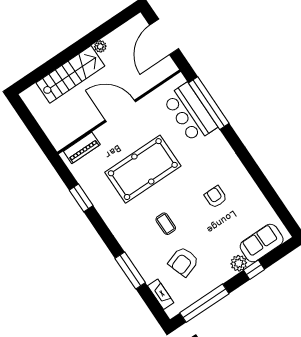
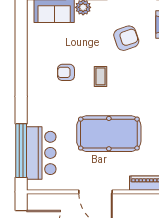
armchair: (216, 197) -> (66, 72), turned 90
coffee table: (166, 224) -> (100, 76), moved

